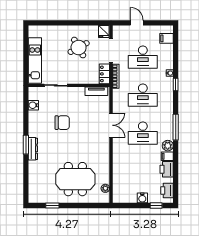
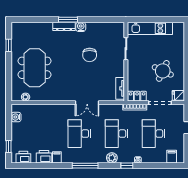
round table: (79, 48) -> (163, 71), turned -36
water cooler: (33, 105) -> (81, 27), moved
plant: (168, 146) -> (112, 158), moved
water cooler: (142, 198) -> (16, 117), moved

